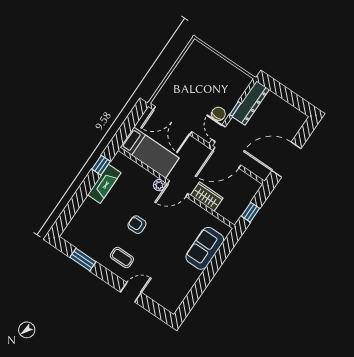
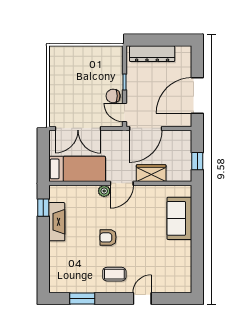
dresser: (251, 103) -> (152, 54), moved, turned 90
chair: (218, 114) -> (113, 96), turned -90

